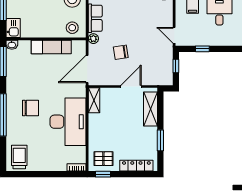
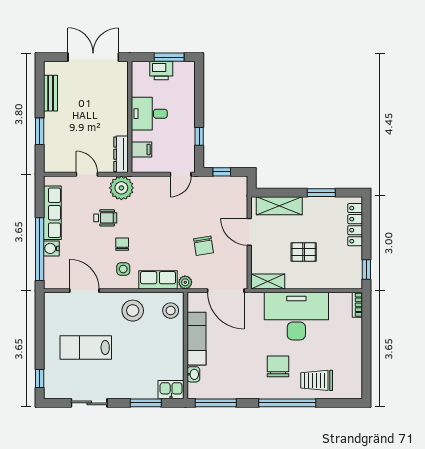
washbasin: (12, 45) -> (193, 374), moved
trolley: (19, 157) -> (317, 380), moved
pallet: (103, 159) -> (304, 252), moved, turned 90

